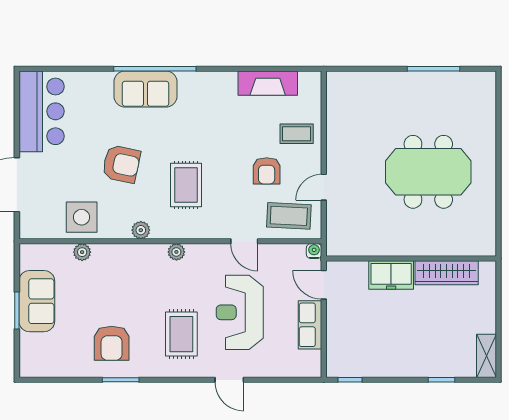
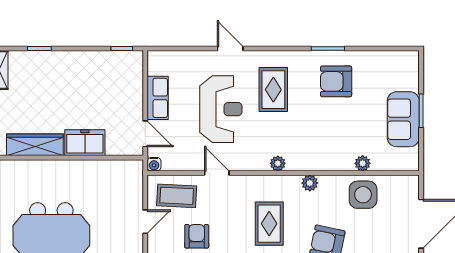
armchair: (112, 343) -> (336, 81), turned -90

